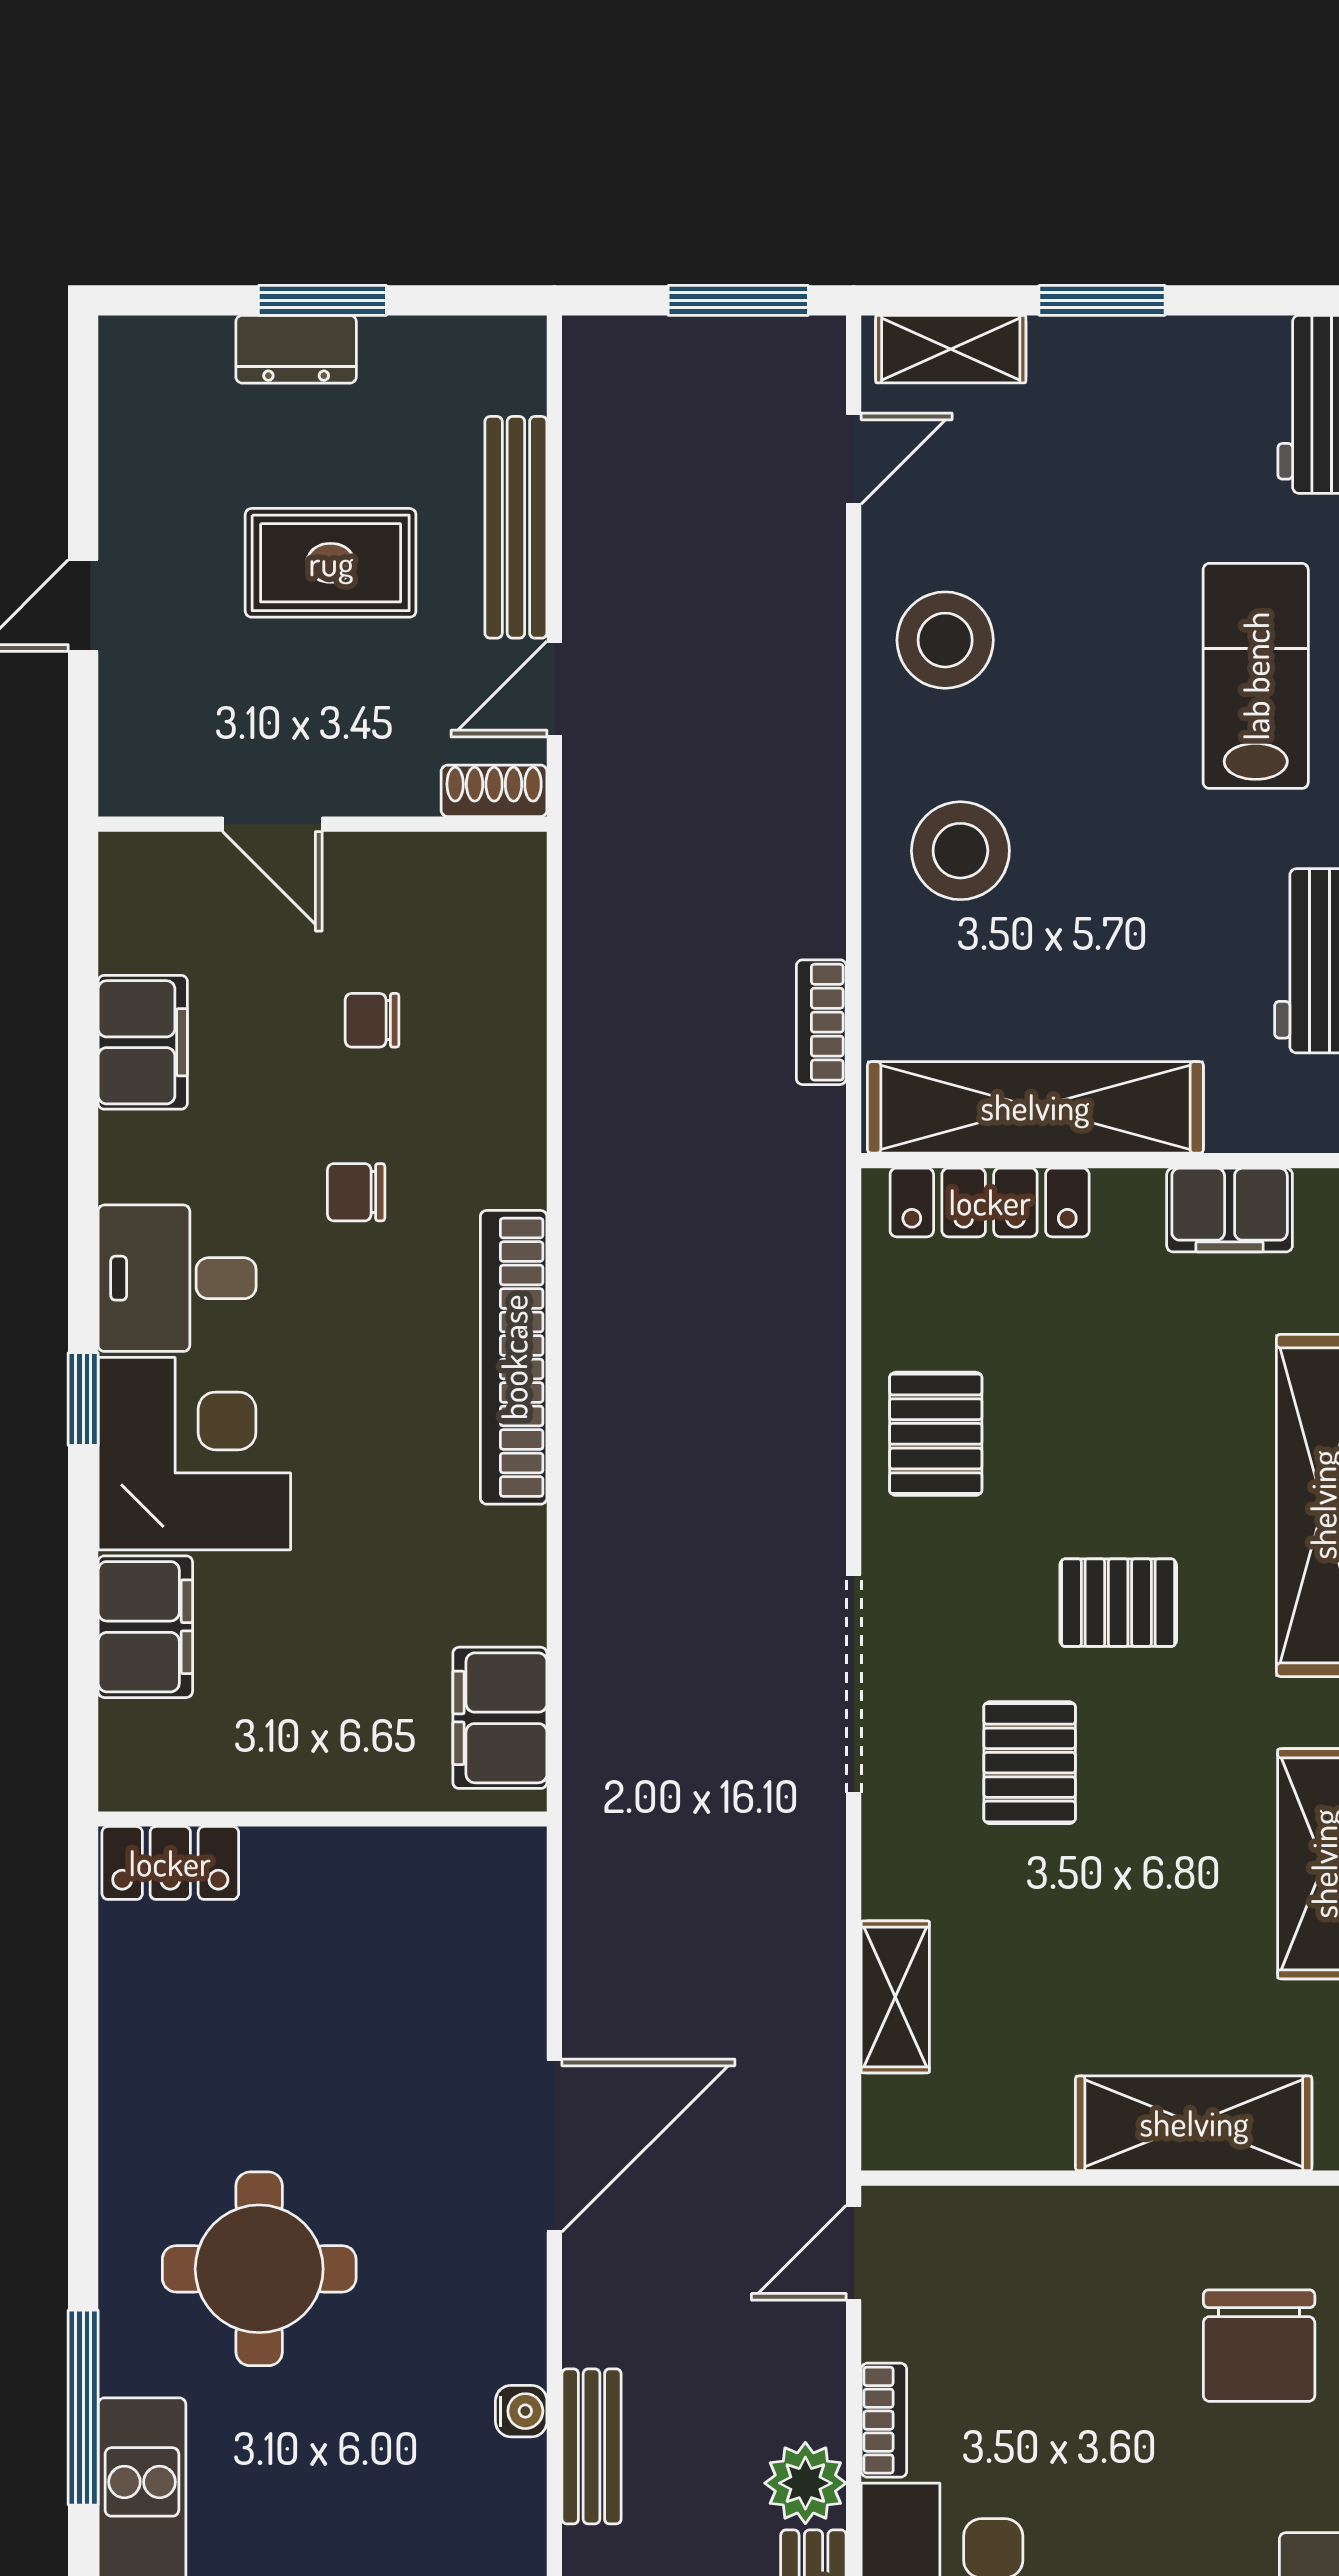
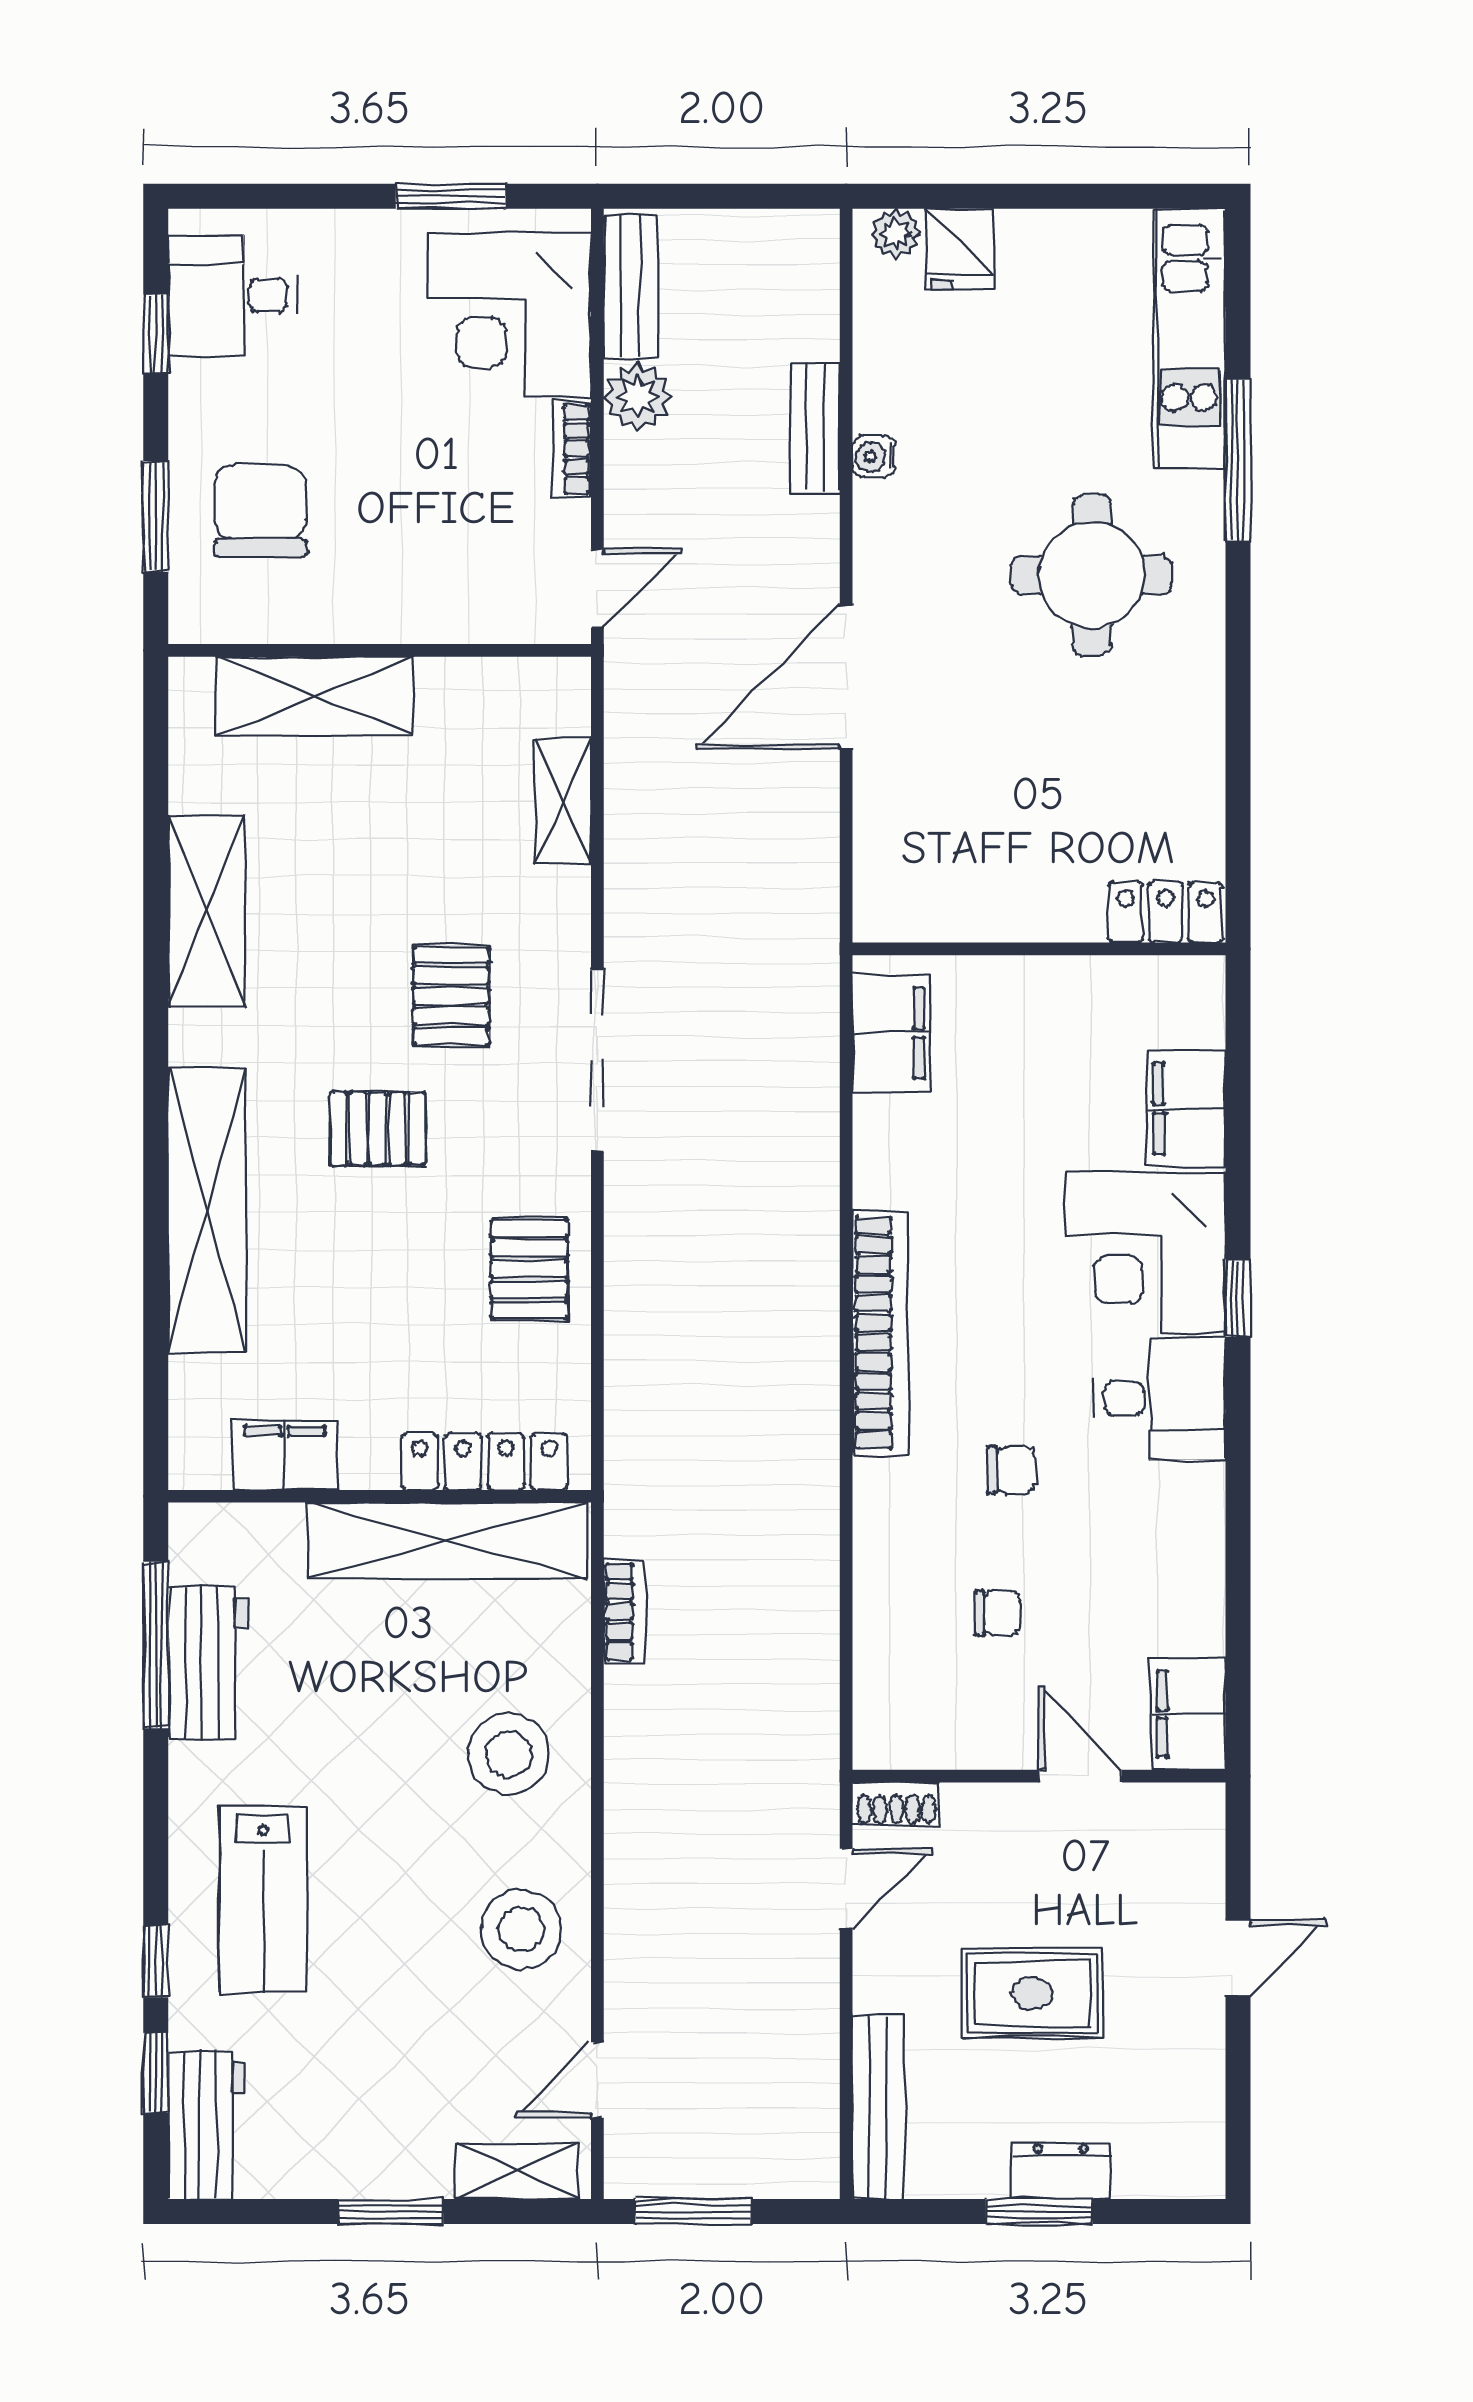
bench: (516, 527) -> (878, 2107), moved
filing cabinet: (143, 1042) -> (1188, 1714), moved

